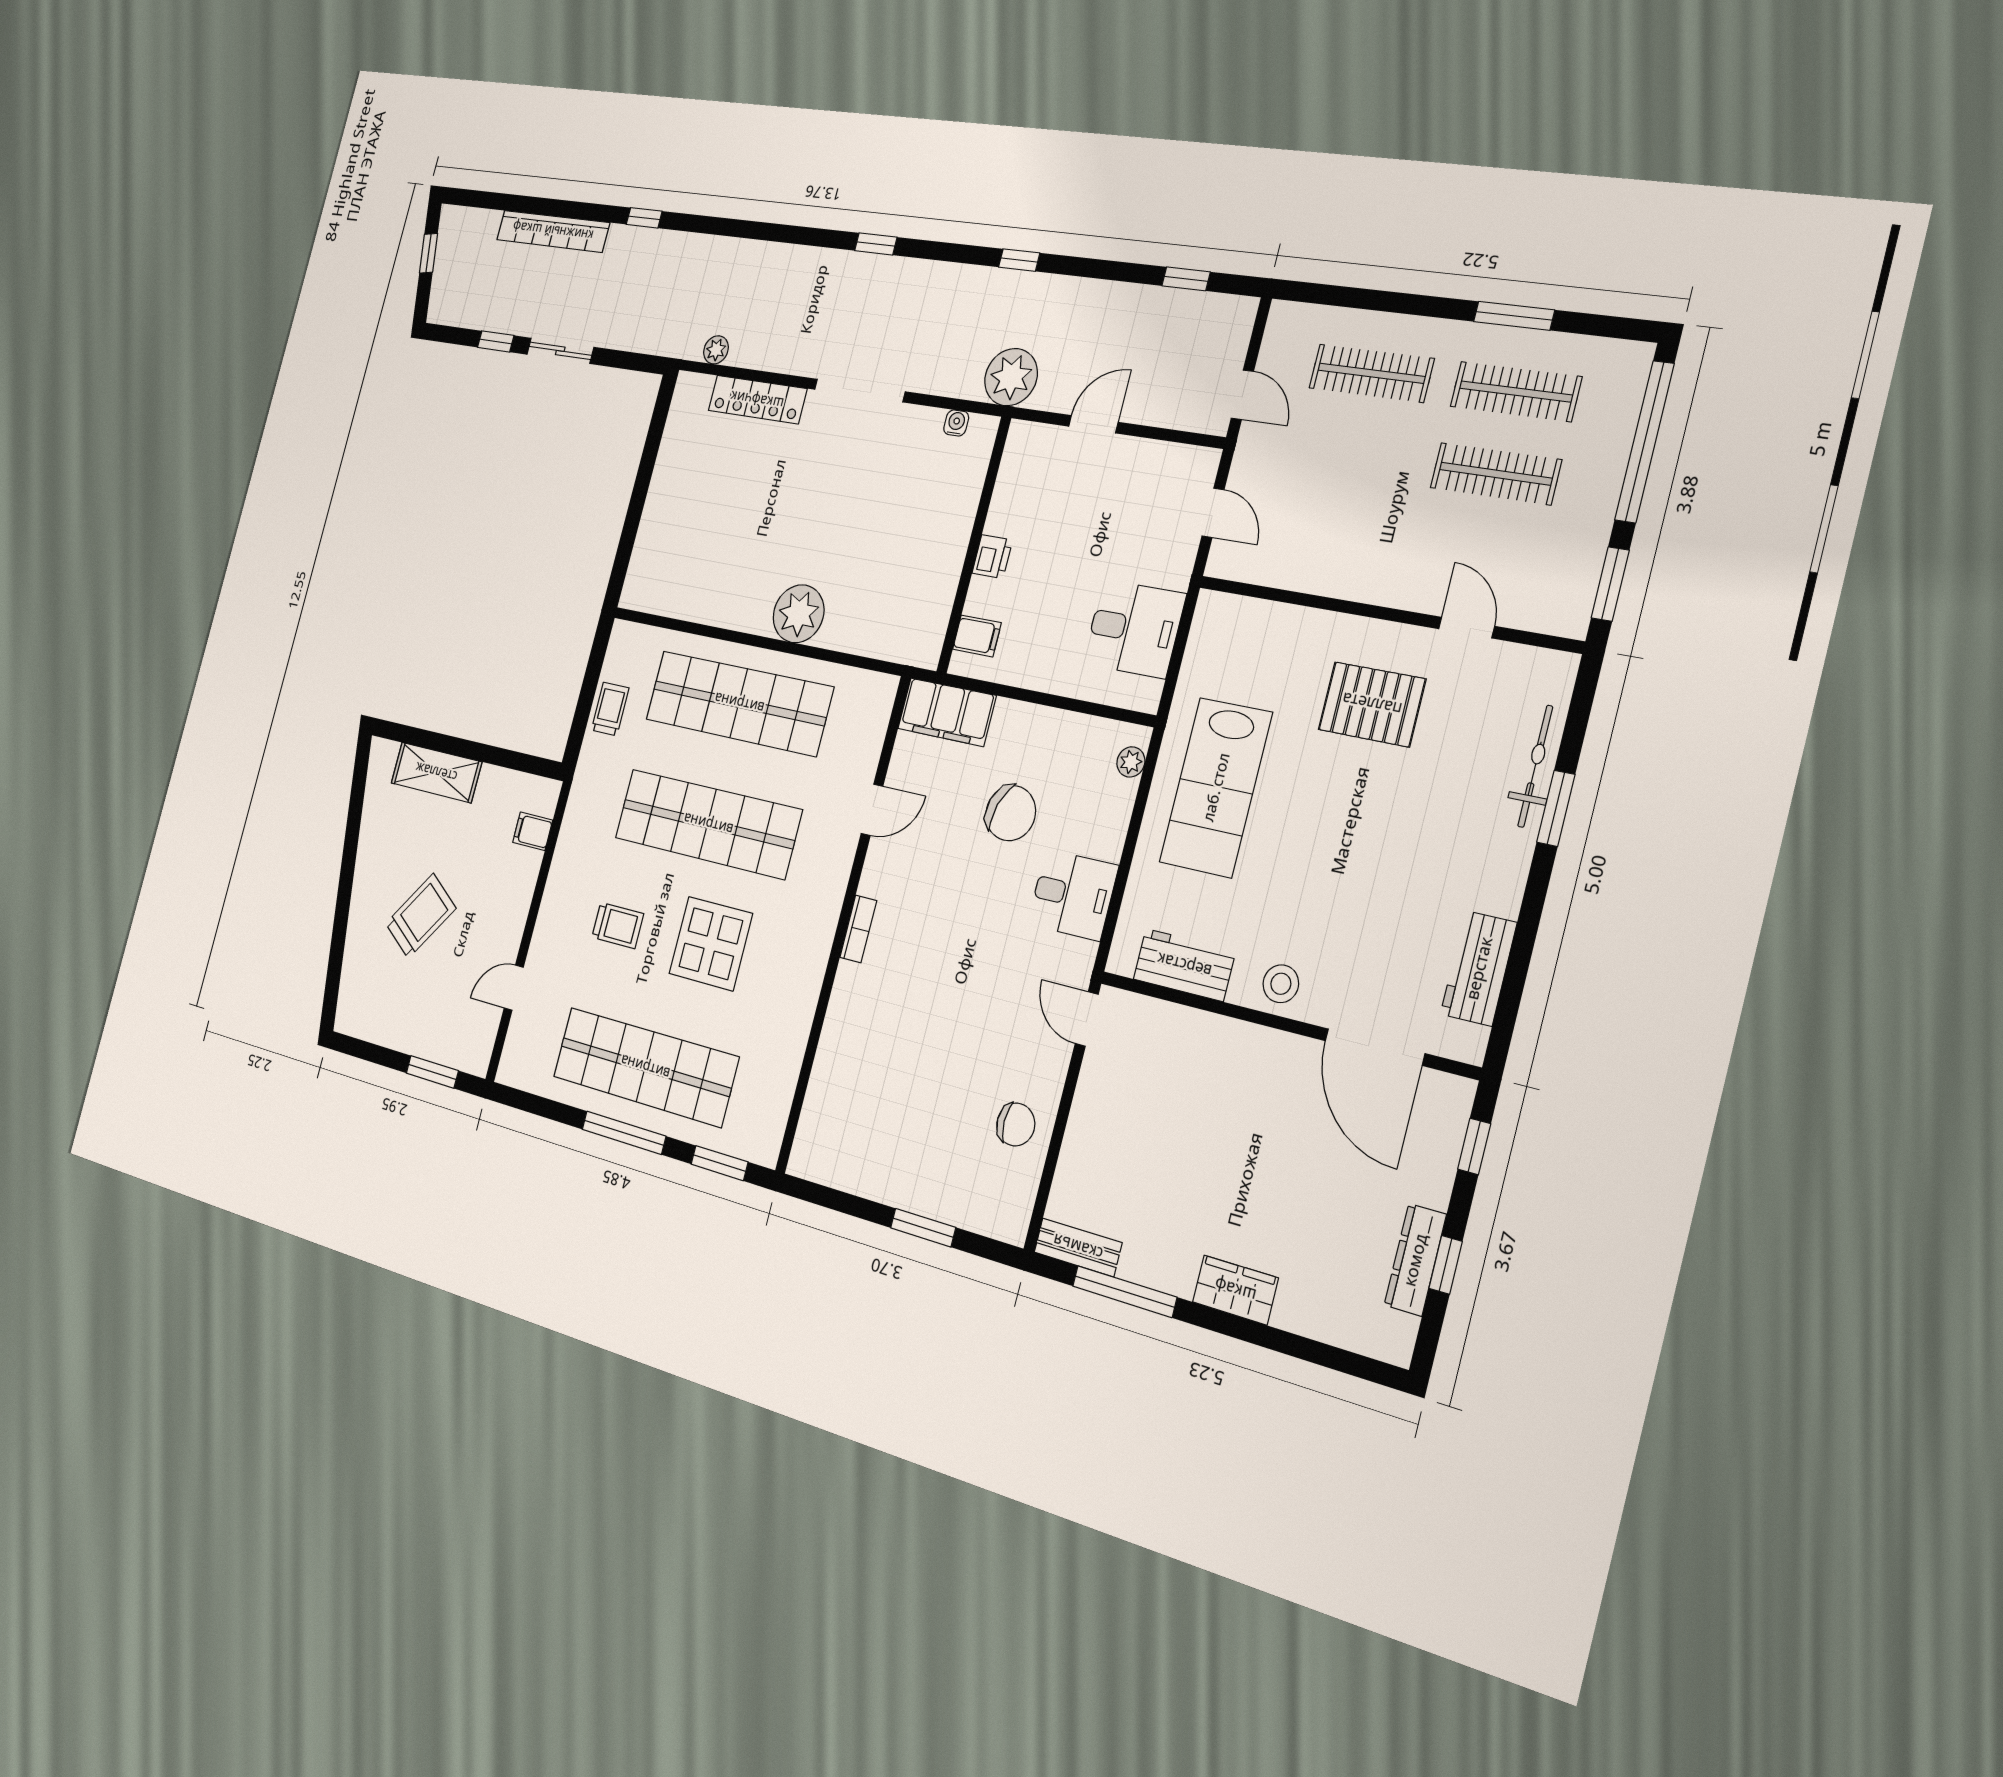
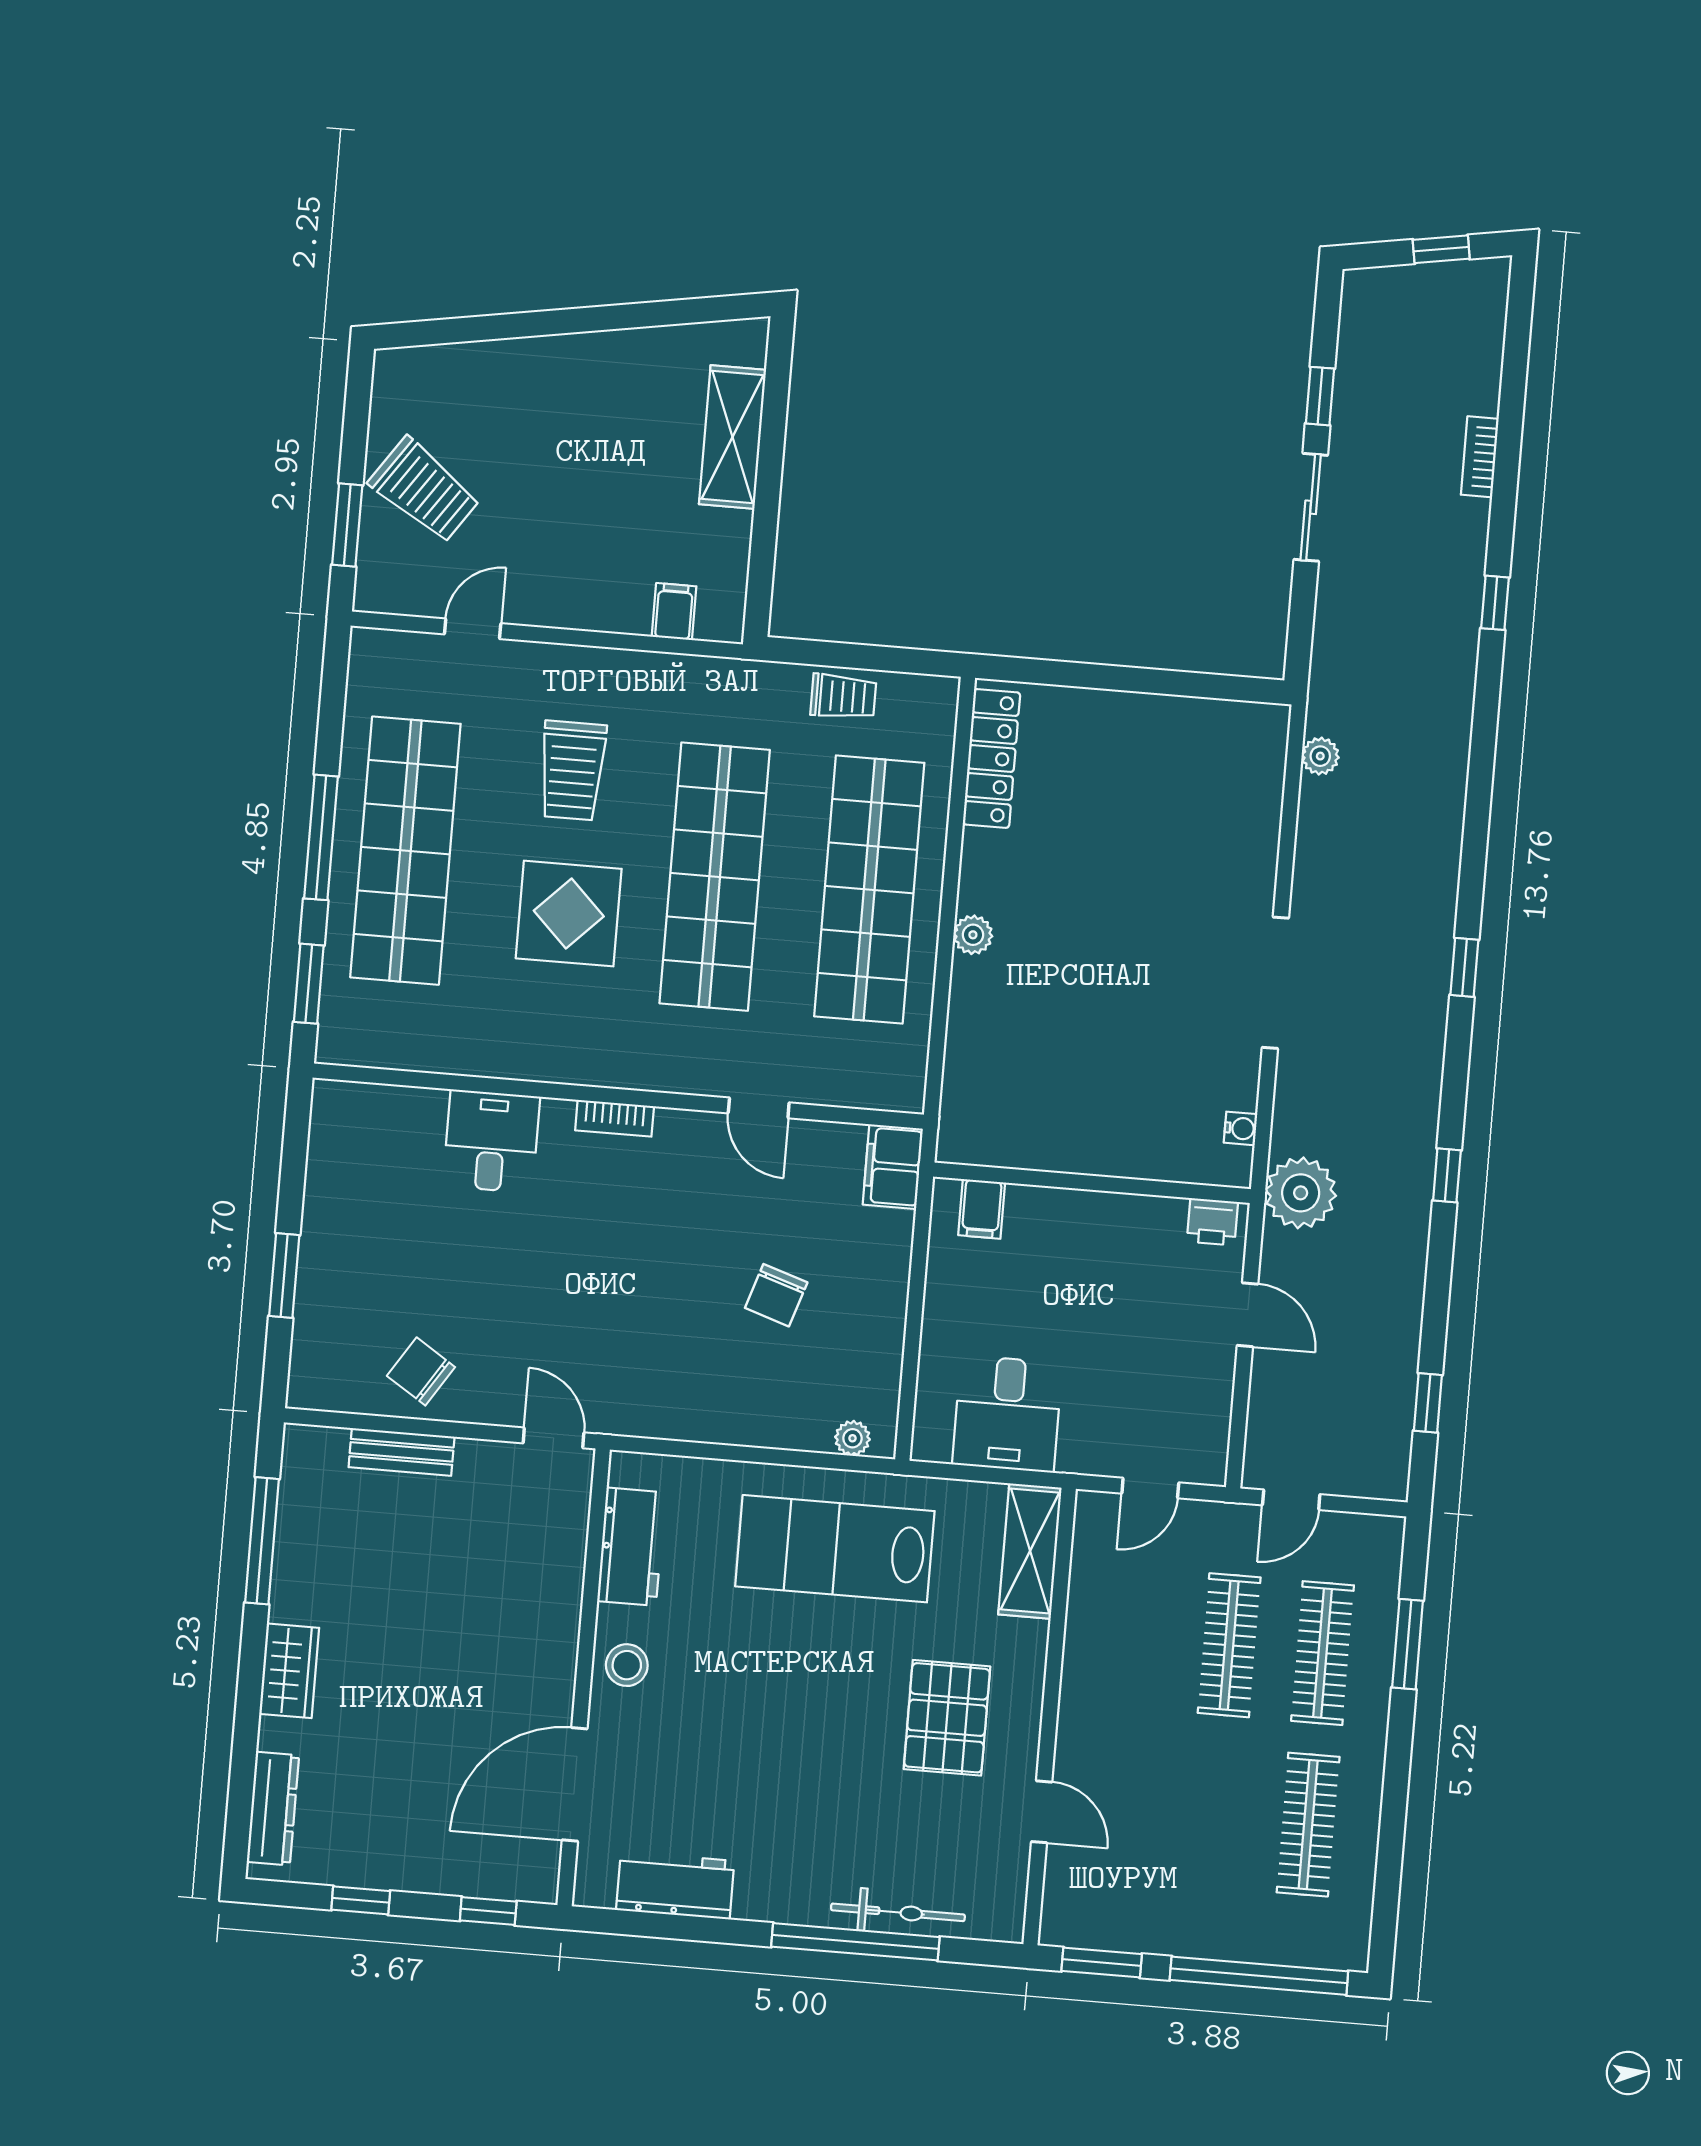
bookcase: (553, 231) -> (1480, 457), width x0.43, depth x0.76
window: (1514, 316) -> (1408, 1644), moved
locker: (757, 400) -> (991, 758), moved, turned 180
clothes rail: (1496, 474) -> (1229, 1645), moved
printer: (992, 557) -> (1212, 1222), moved
plant: (799, 614) -> (973, 935), width x0.53, depth x0.53
shelving: (1246, 619) -> (1030, 1551), added
door: (1467, 628) -> (1042, 1812), hinge flipped
filing cabinet: (947, 712) -> (893, 1167), width x0.67, depth x0.86
window: (1556, 808) -> (855, 1942), width x2.11
chair: (1011, 813) -> (776, 1295), width x0.73, depth x0.73
desk: (1073, 895) -> (491, 1141), moved, turned 180
trolley: (421, 916) -> (424, 490), moved
trolley: (618, 925) -> (572, 771), width x1.36, depth x1.39
door: (514, 988) -> (473, 629), hinge flipped
door: (1087, 1019) -> (554, 1438), hinge flipped
chair: (1016, 1124) -> (421, 1371), turned 123
bench: (1078, 1247) -> (402, 1452), moved, turned 90
dresser: (1415, 1260) -> (273, 1808), moved, turned 90

